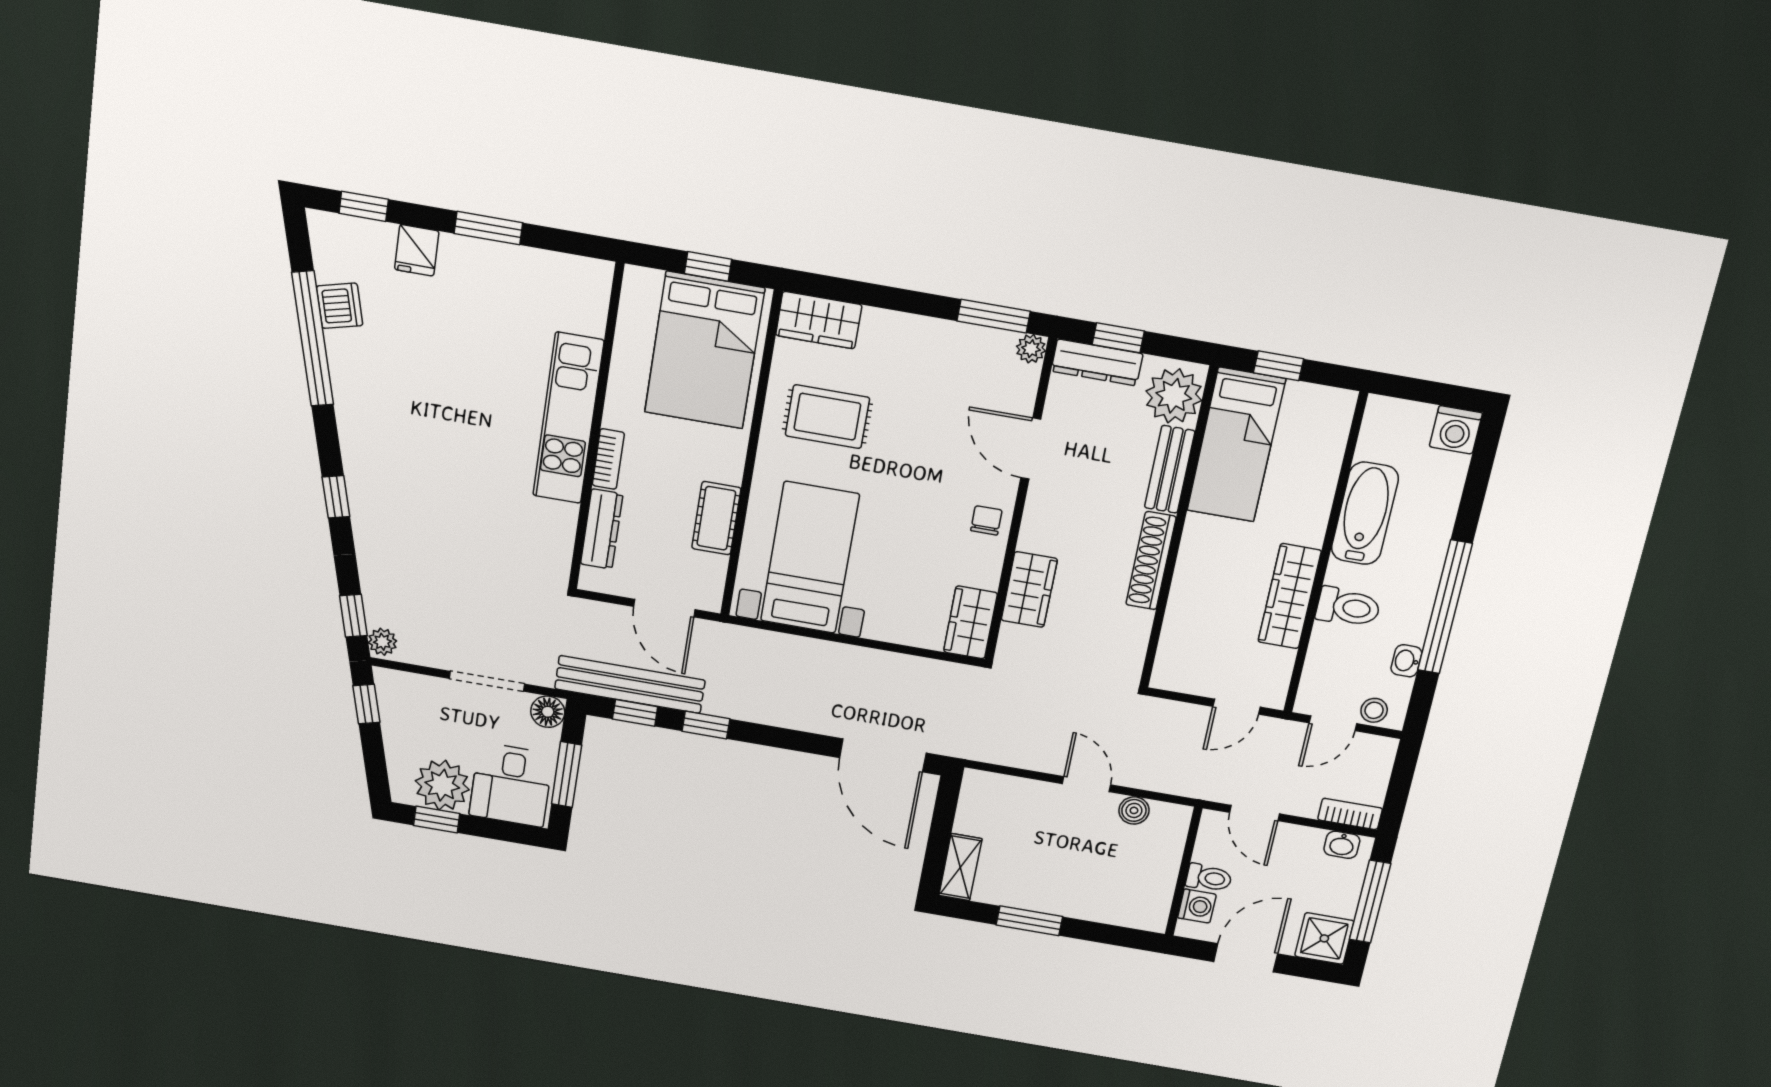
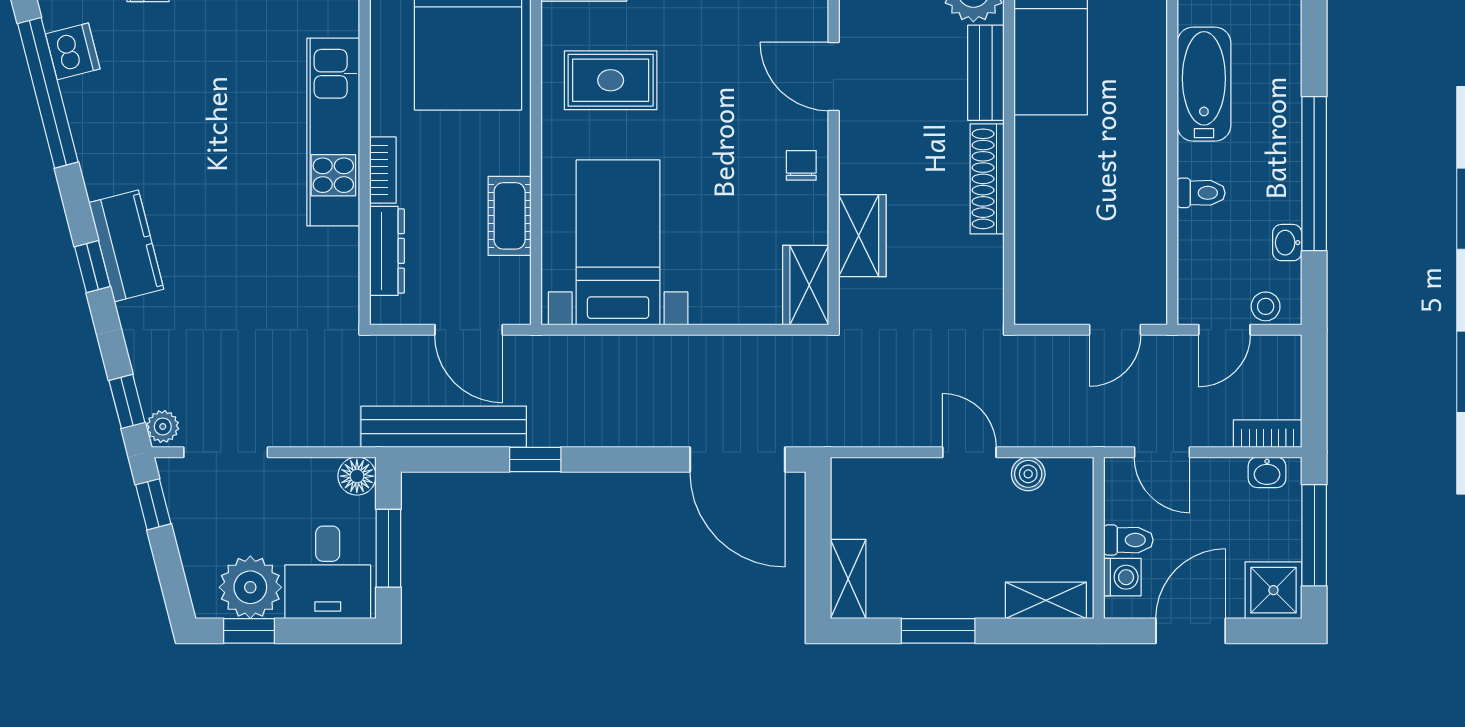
kitchen counter: (368, 484) -> (126, 246), added
wardrobe: (1290, 596) -> (1145, 192), removed
toilet: (1348, 607) -> (1201, 193), width x0.73, depth x0.72
doorway: (487, 681) -> (226, 452), moved
window: (635, 713) -> (454, 460), removed
shelving: (1127, 913) -> (1046, 600), added

